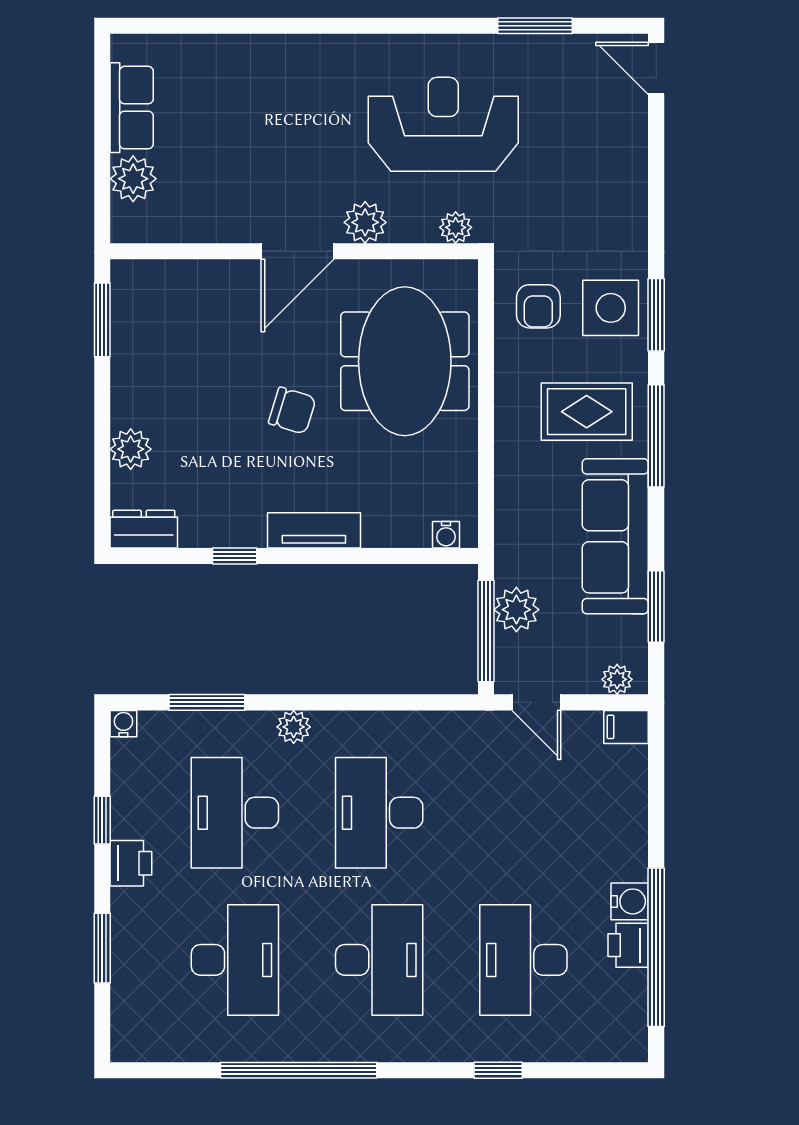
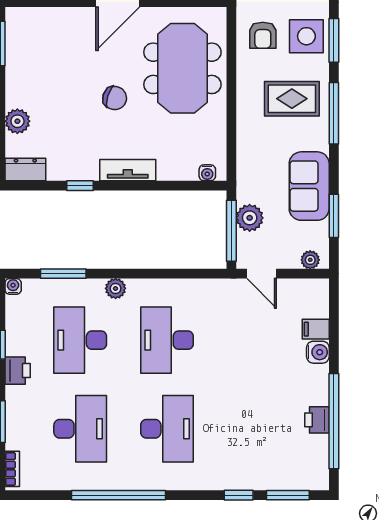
sofa: (615, 536) -> (309, 186), width x0.73
filing cabinet: (626, 727) -> (316, 329), moved
water cooler: (630, 901) -> (318, 352), moved
desk: (523, 960) -> (254, 429), removed
bookcase: (122, 1027) -> (12, 469), added
window: (580, 1070) -> (288, 495), added

